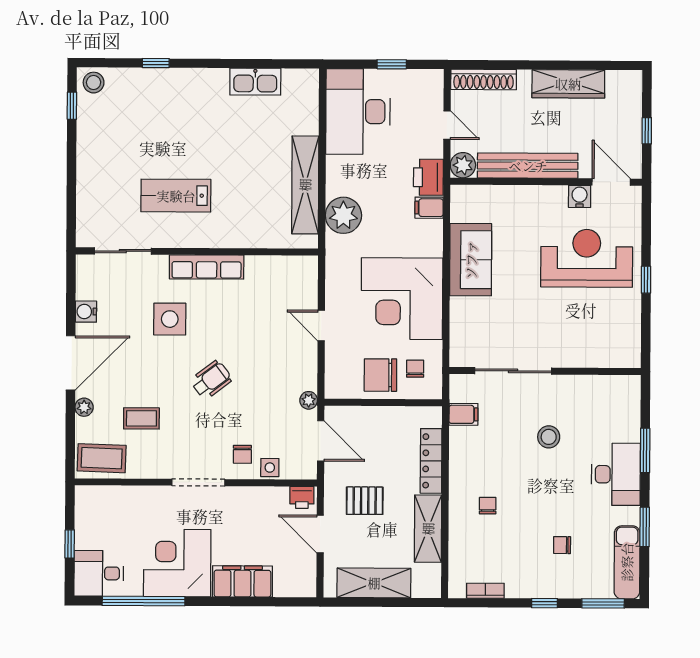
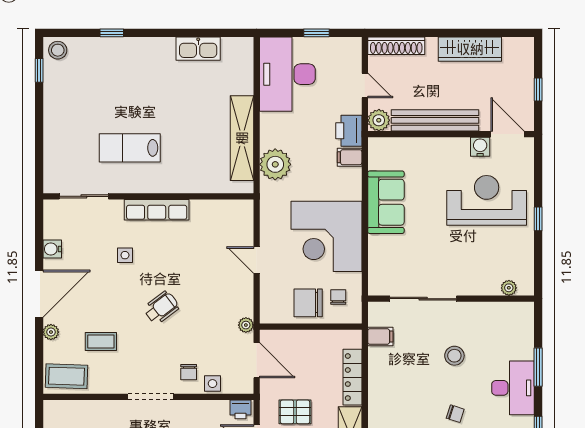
side table: (170, 319) -> (125, 255), width x0.54, depth x0.54
plant: (612, 359) -> (509, 288), added
chair: (488, 506) -> (455, 414), moved, turned 108

